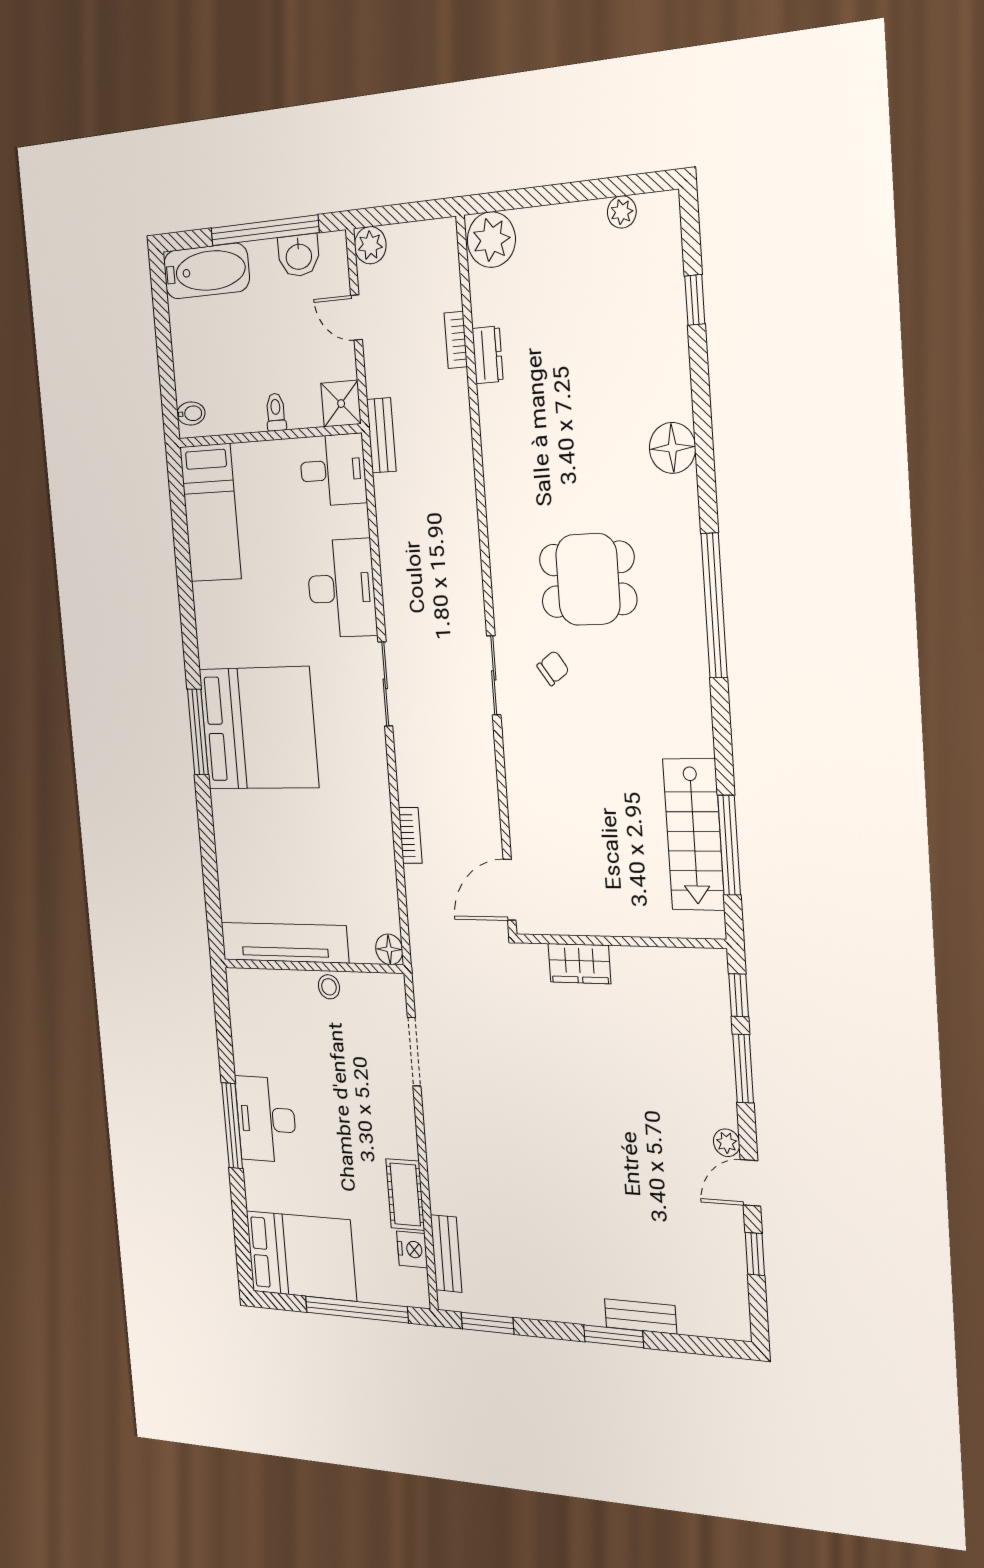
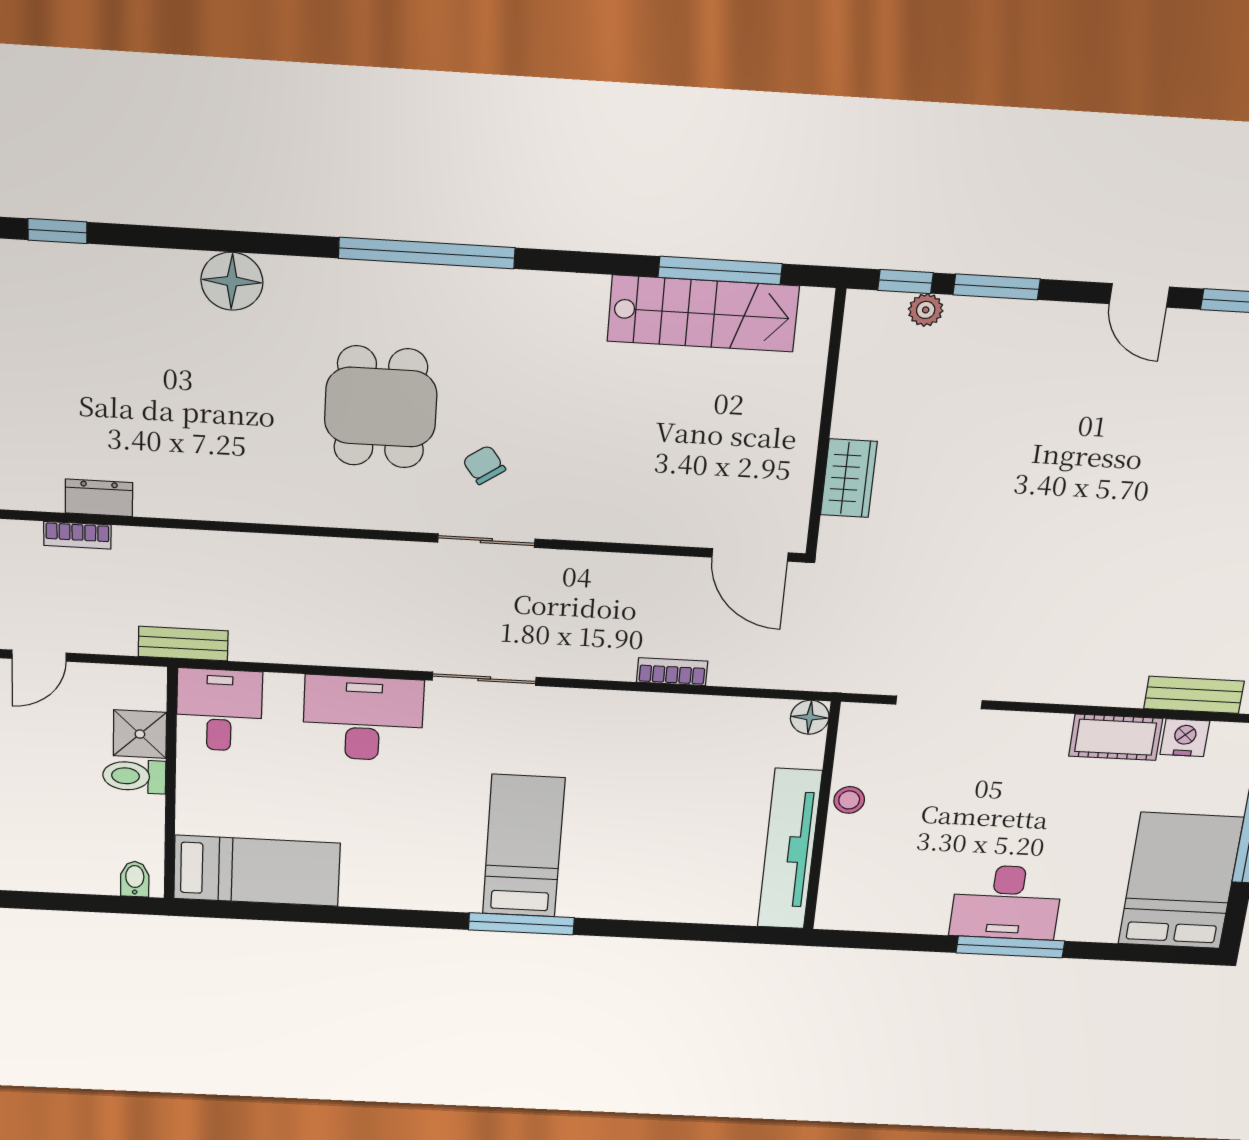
shower: (341, 404) -> (140, 734), moved
toilet: (276, 412) -> (134, 776), width x1.37, depth x1.39
bed: (259, 728) -> (524, 846), width x0.49
plant: (727, 1143) -> (926, 310), moved

